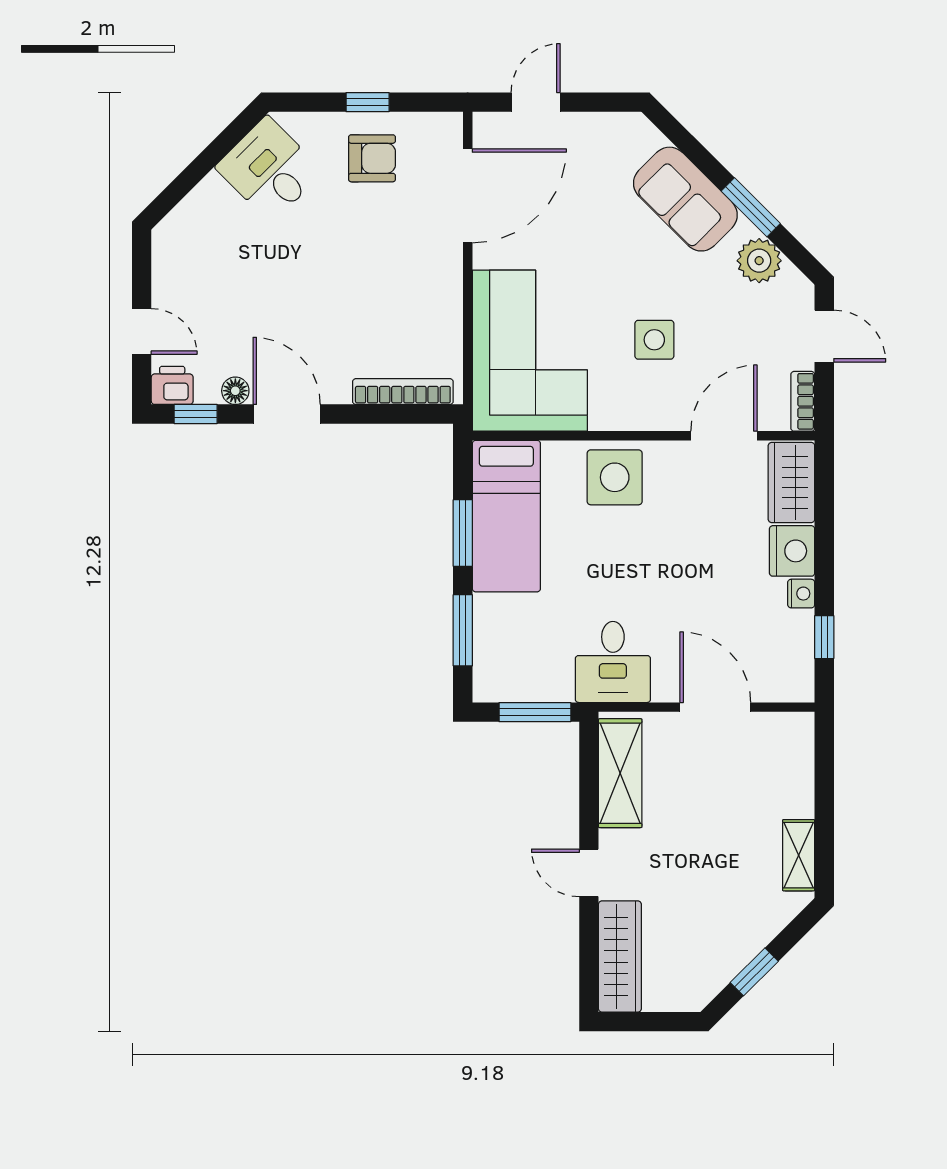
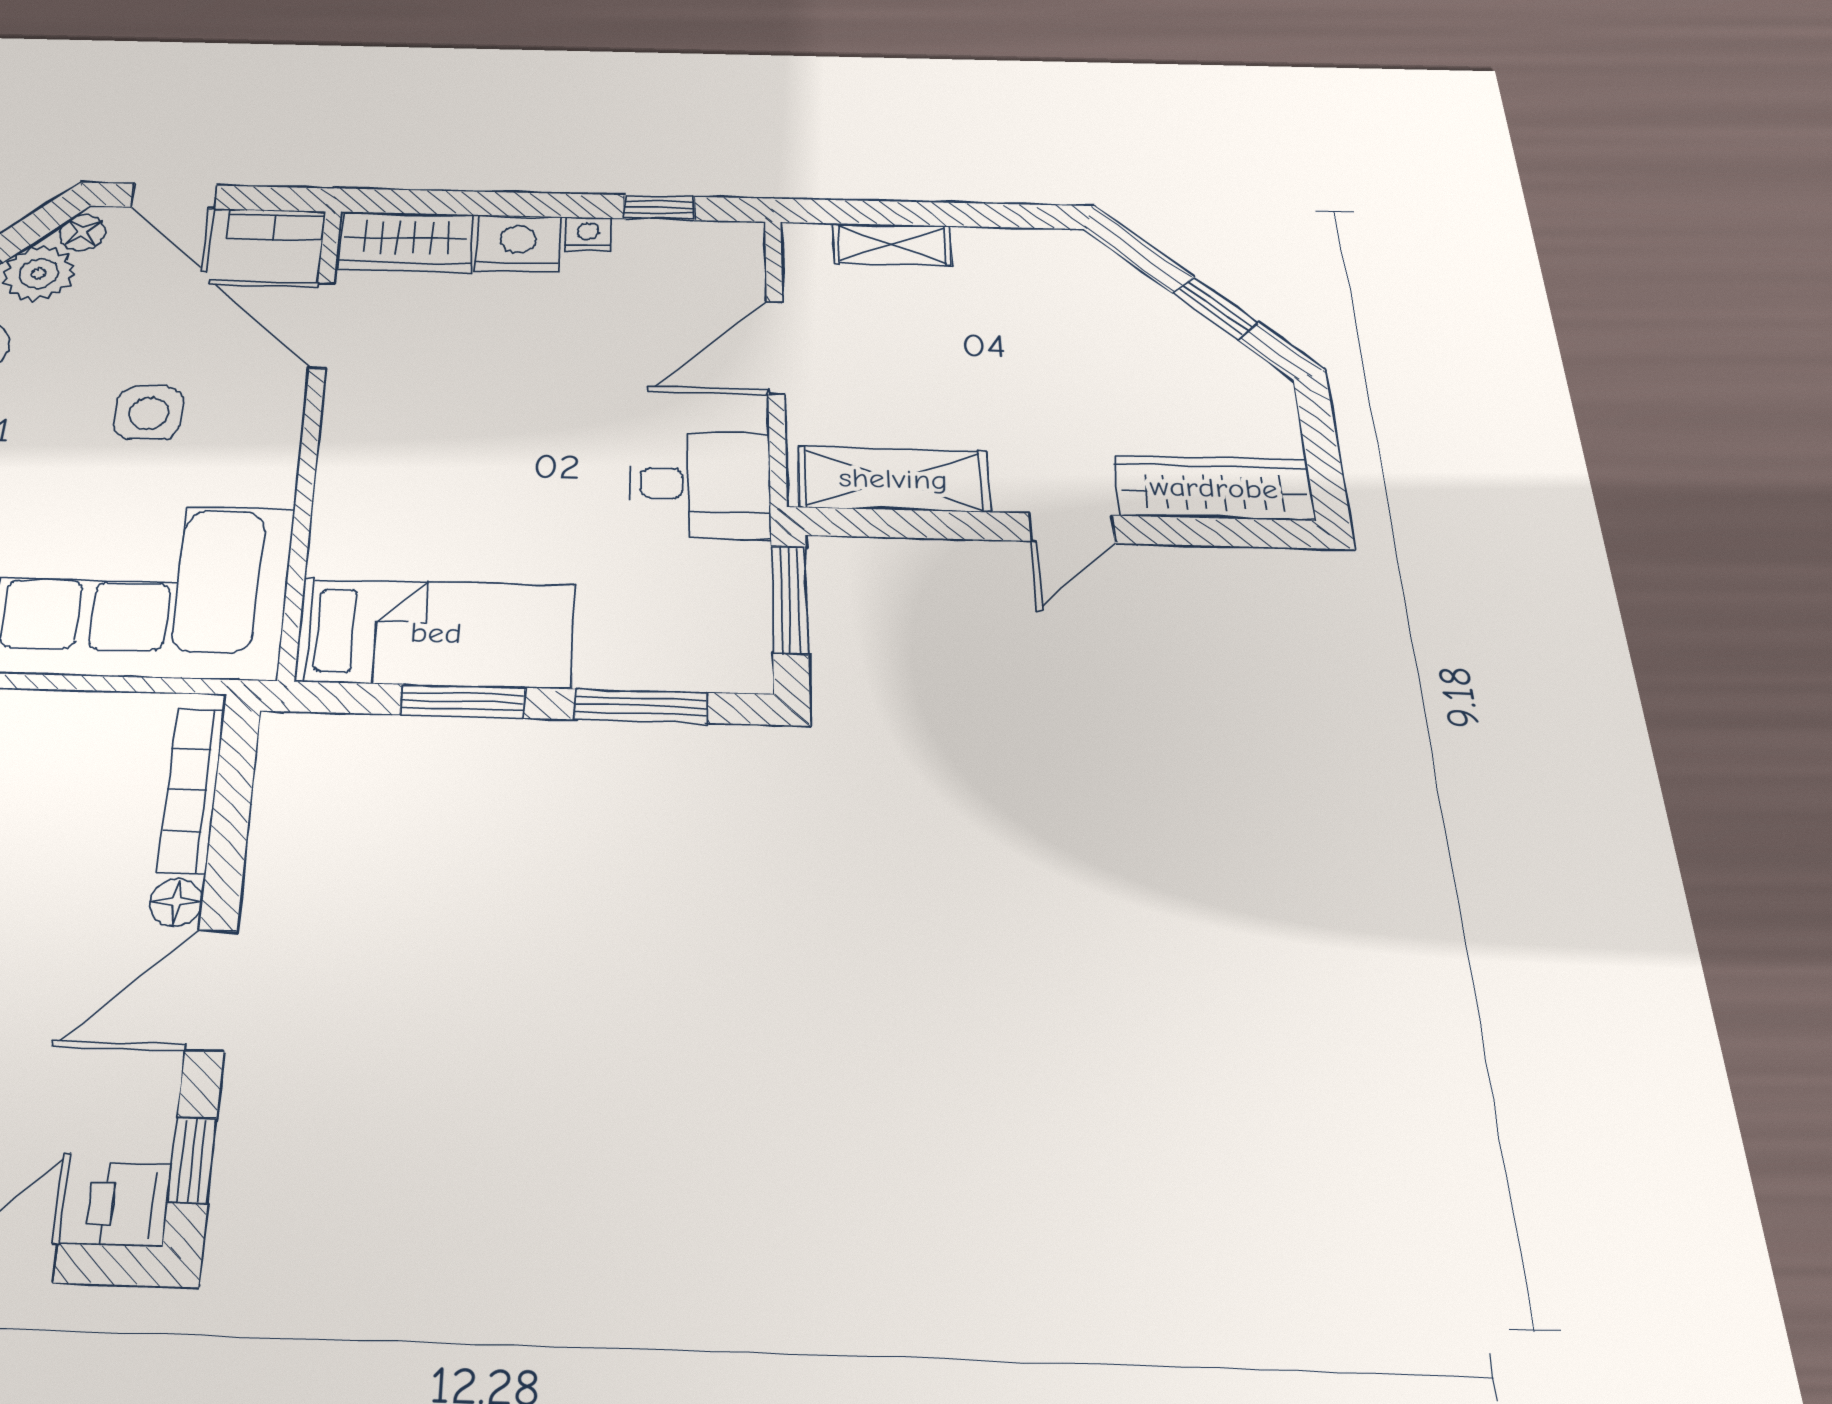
floor lamp: (793, 283) -> (82, 233), added
door: (824, 336) -> (174, 196), swing flipped
floor lamp: (235, 391) -> (176, 902), moved
side table: (615, 477) -> (379, 474), removed
shelving: (799, 855) -> (892, 244), moved

